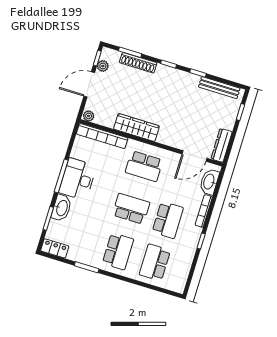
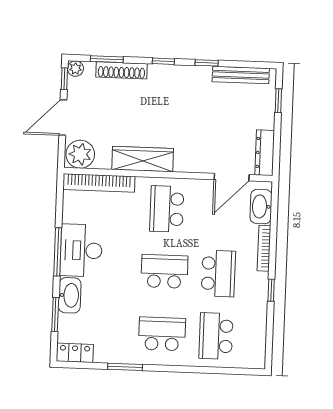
plant: (103, 66) -> (75, 69), moved
plant: (89, 116) -> (80, 154), width x1.88, depth x1.88
school desk: (144, 166) -> (167, 209), turned 90
school desk: (118, 251) -> (162, 334), turned -90

